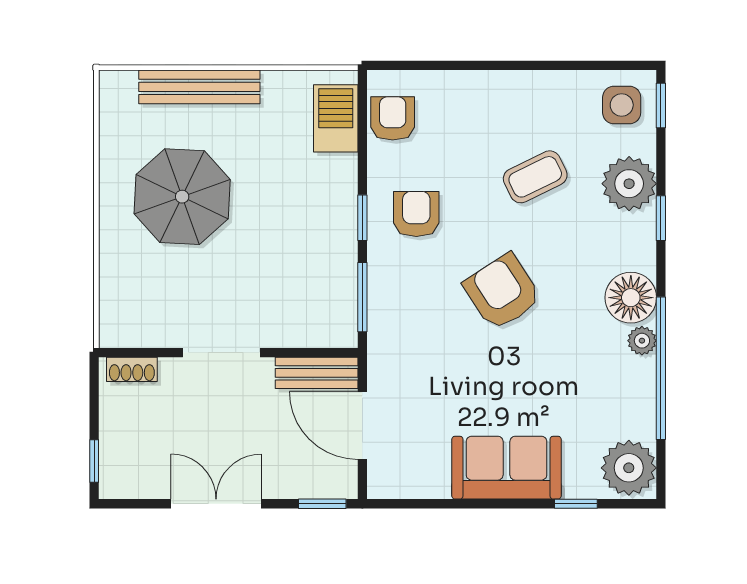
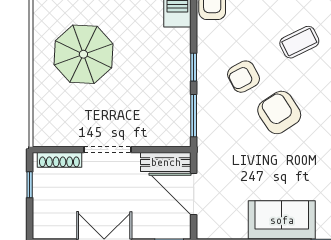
armchair: (416, 214) -> (244, 77), moved, turned -118
shoe rack: (132, 369) -> (59, 160), width x1.43
window: (94, 461) -> (30, 185), moved

